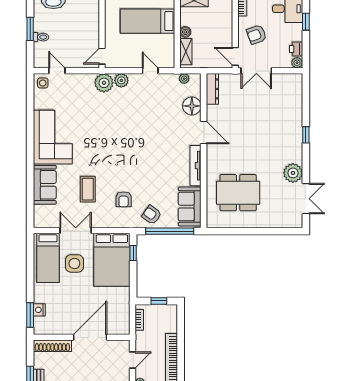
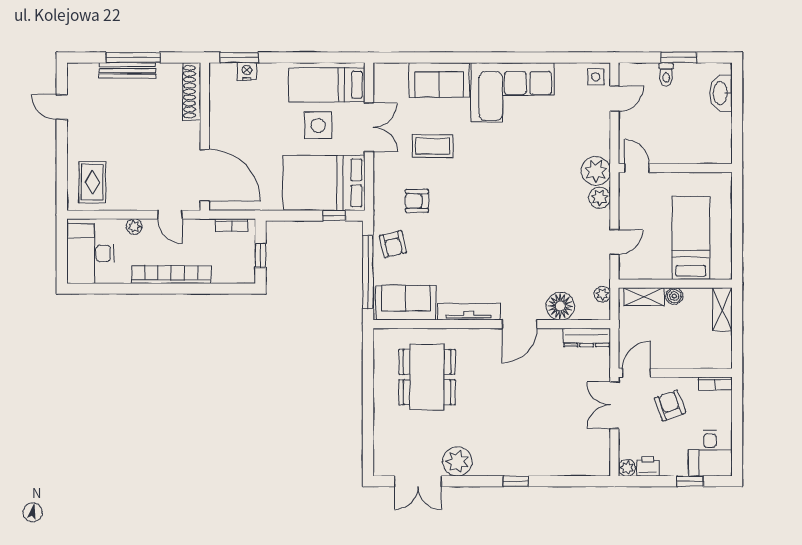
armchair: (152, 215) -> (393, 244), turned 131
door: (90, 337) -> (205, 175), moved

